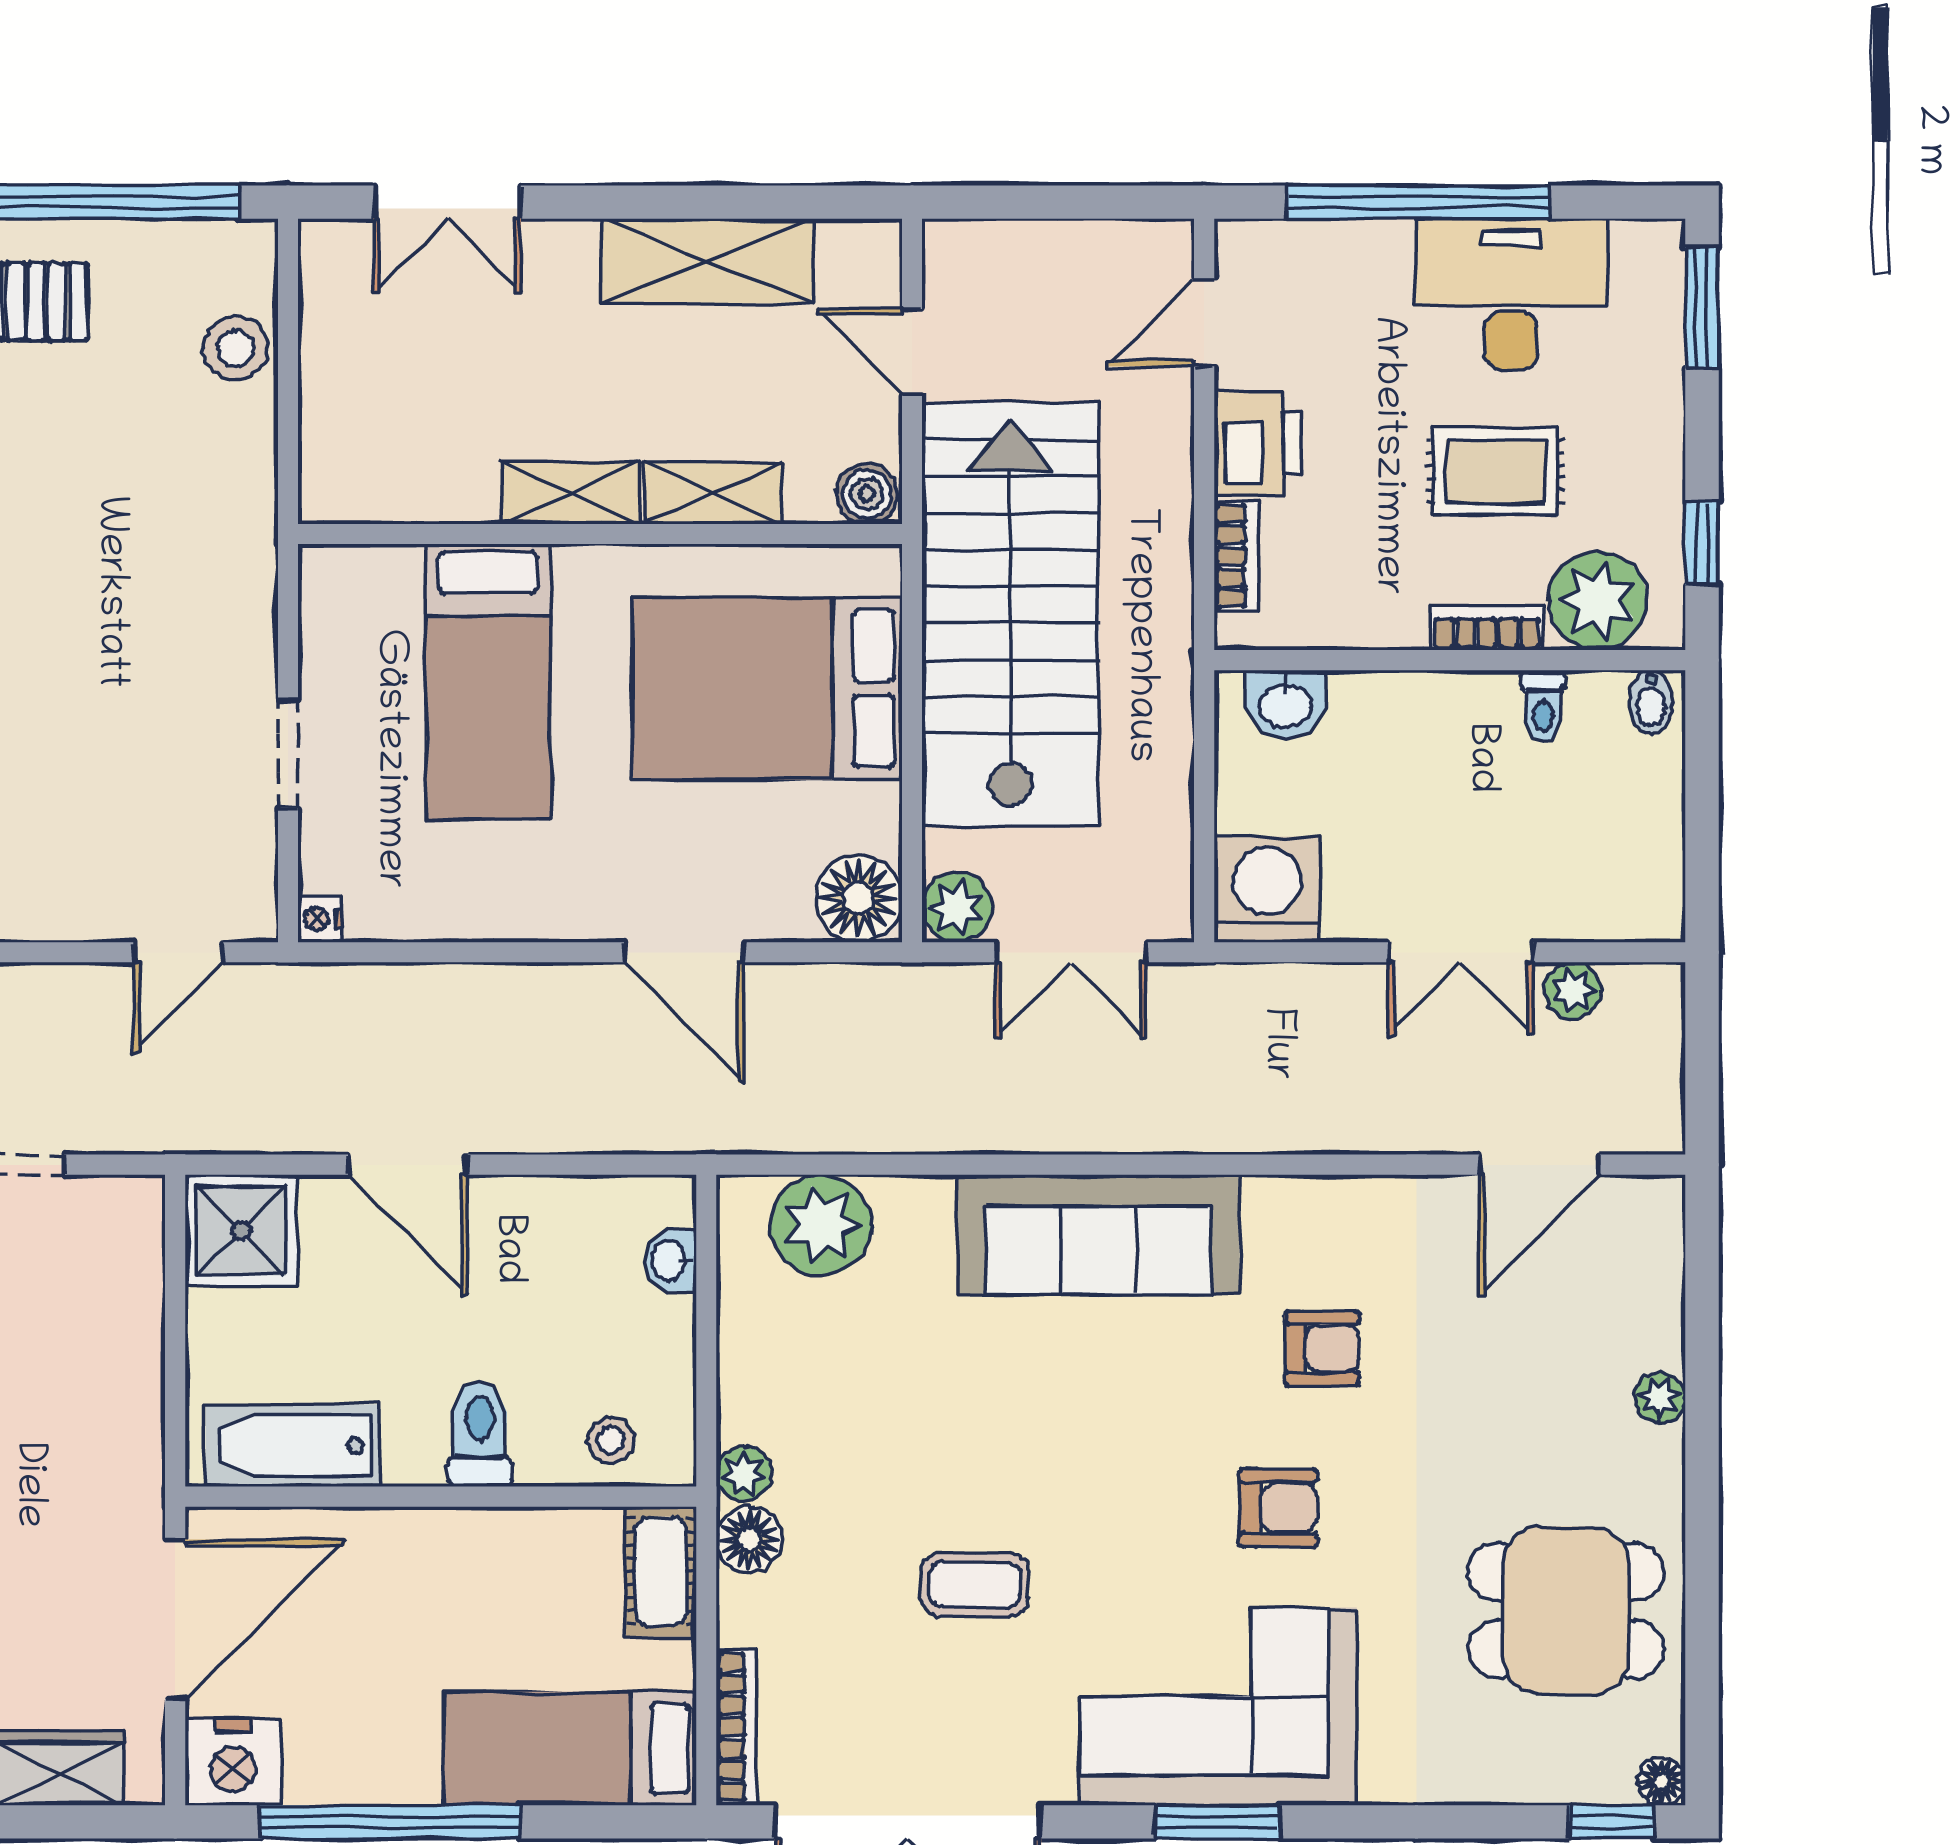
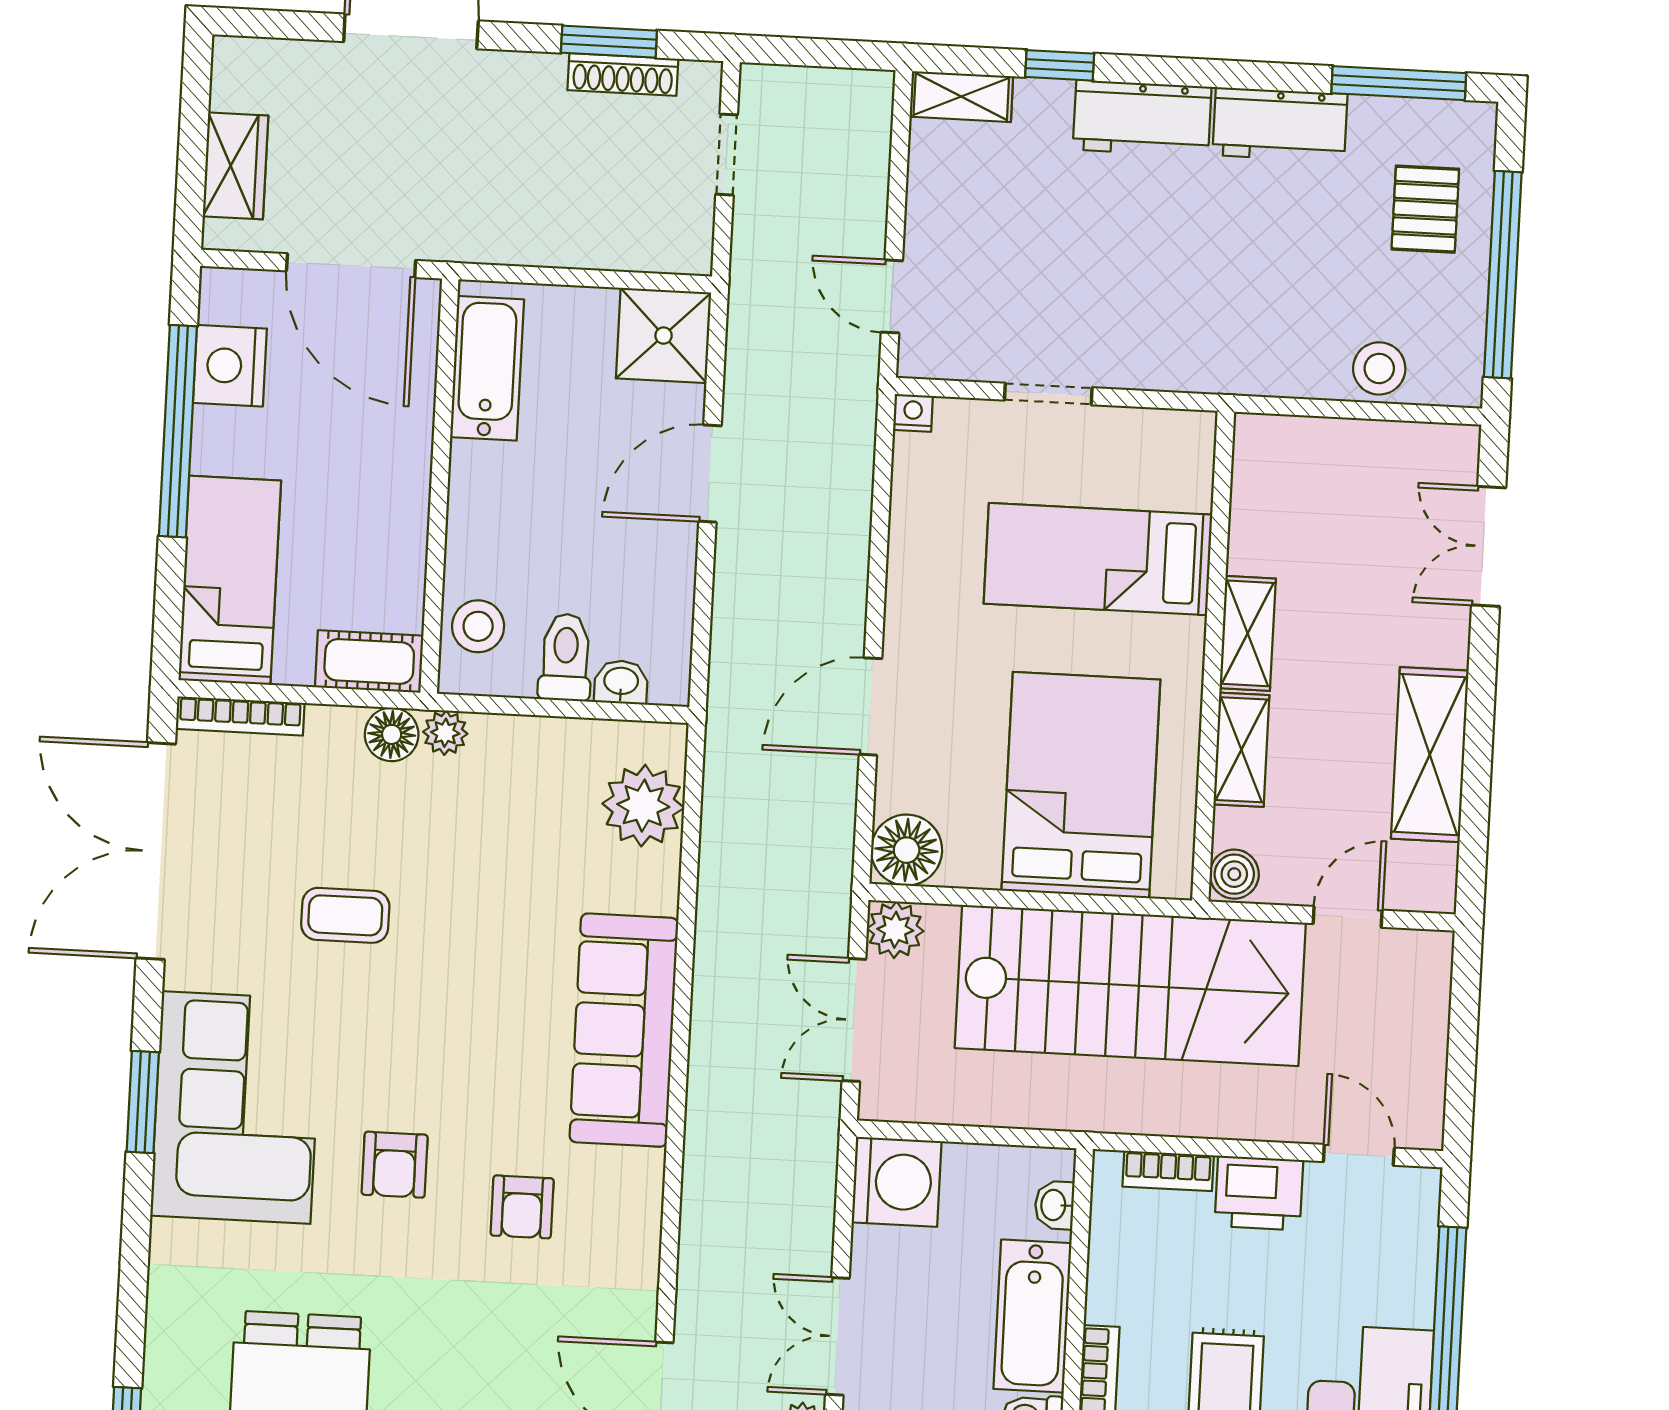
washbasin: (1285, 704) -> (1054, 1205), width x0.72, depth x0.69
bathtub: (1423, 714) -> (1032, 1316), added
toilet: (480, 1433) -> (565, 657), moved, turned -90
stool: (611, 1440) -> (478, 626), width x1.37, depth x1.37
coffee table: (975, 1585) -> (345, 915), turned 90
nightstand: (233, 1762) -> (230, 366), moved

